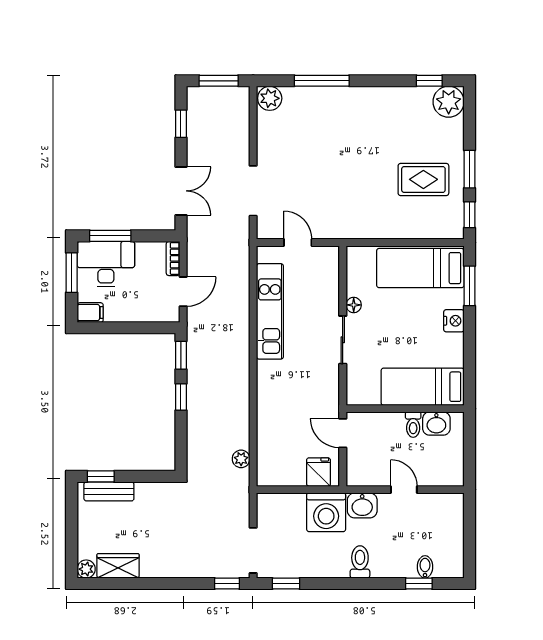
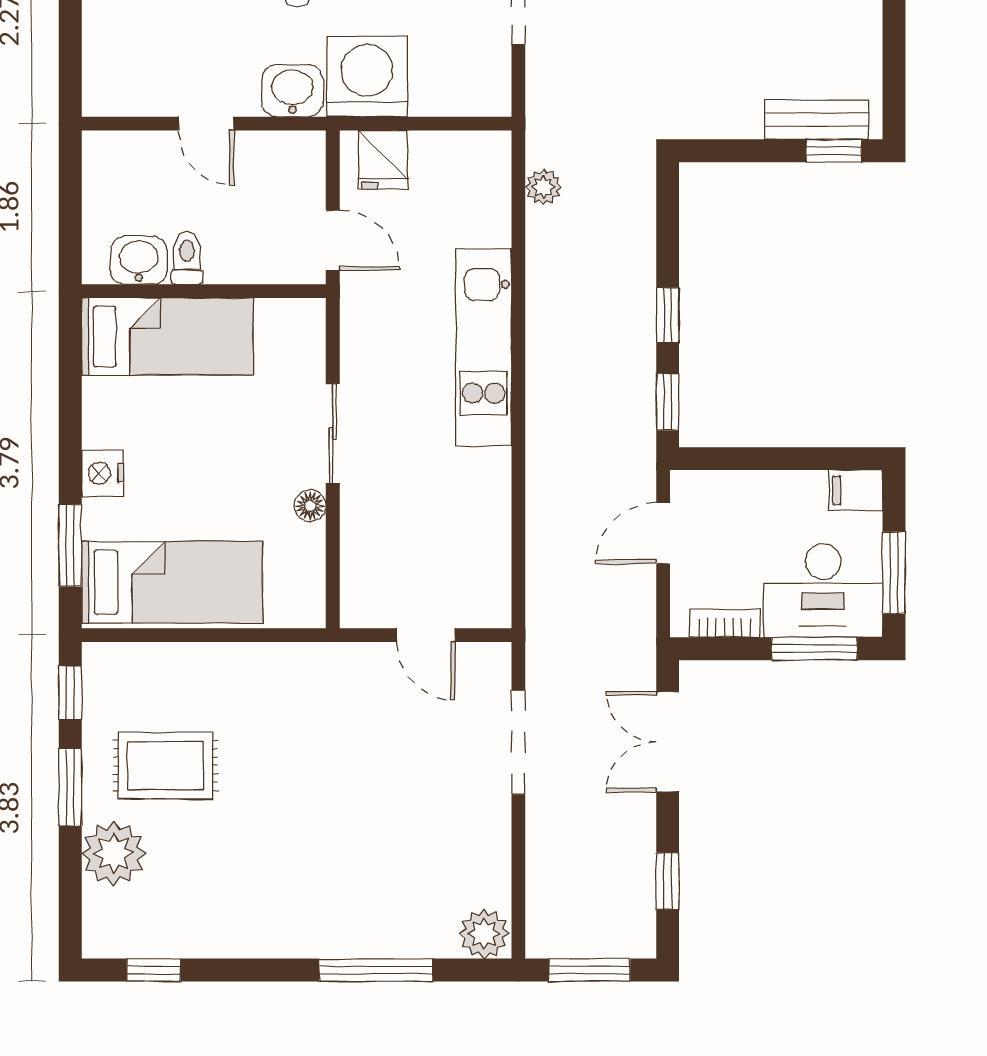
plant: (449, 102) -> (114, 853), moved
bookcase: (173, 258) -> (725, 623), moved, turned -90
kitchen unit: (270, 311) -> (484, 348), moved

